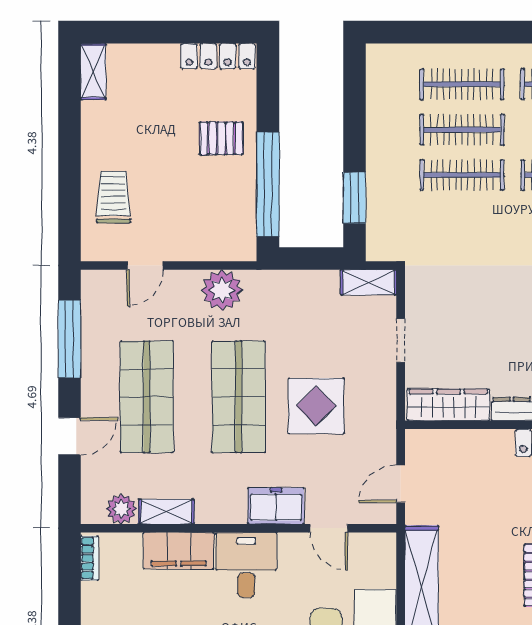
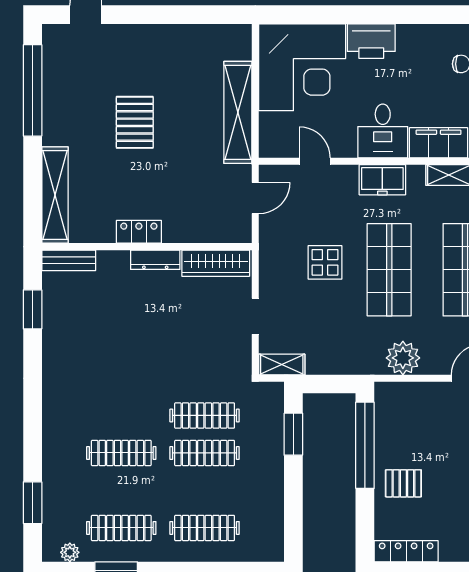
clothes rail: (462, 130) -> (205, 415), moved
display table: (316, 406) -> (325, 262), width x0.73, depth x0.73
freezer: (276, 506) -> (382, 180), moved

